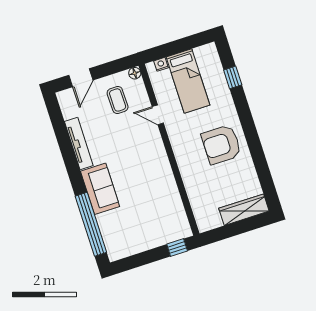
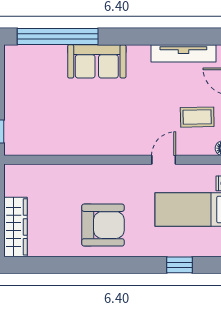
tv unit: (79, 143) -> (183, 53), moved
armchair: (221, 145) -> (103, 225), turned 90

